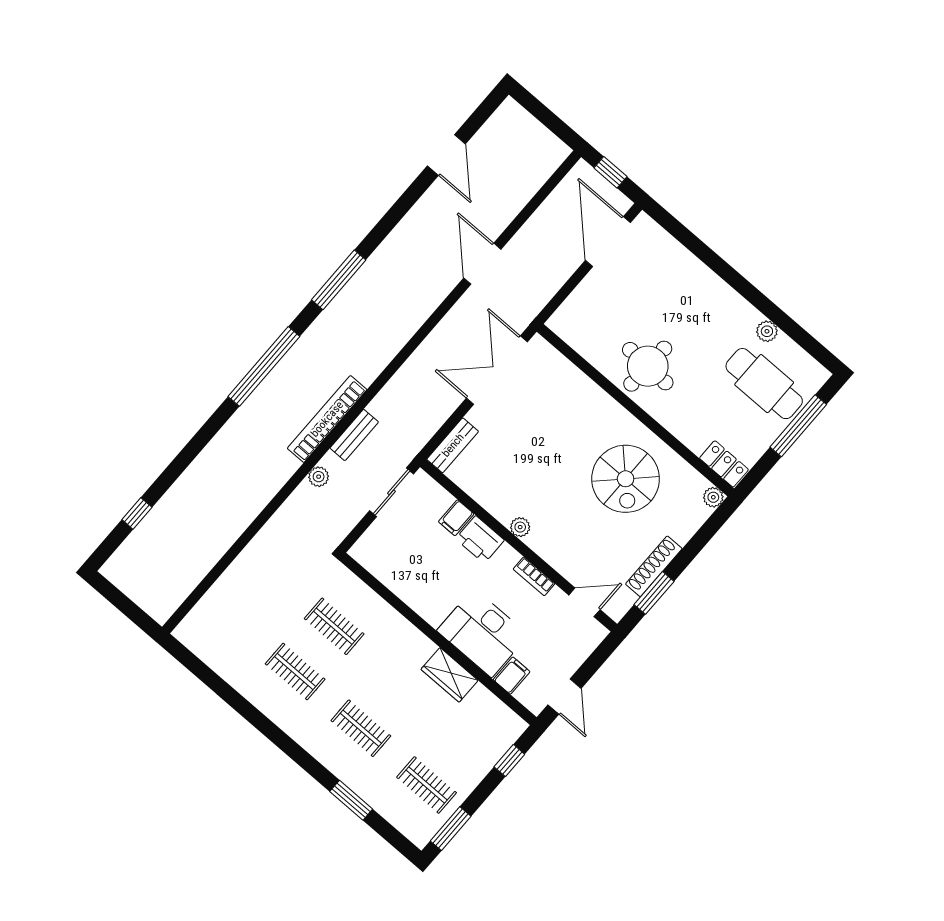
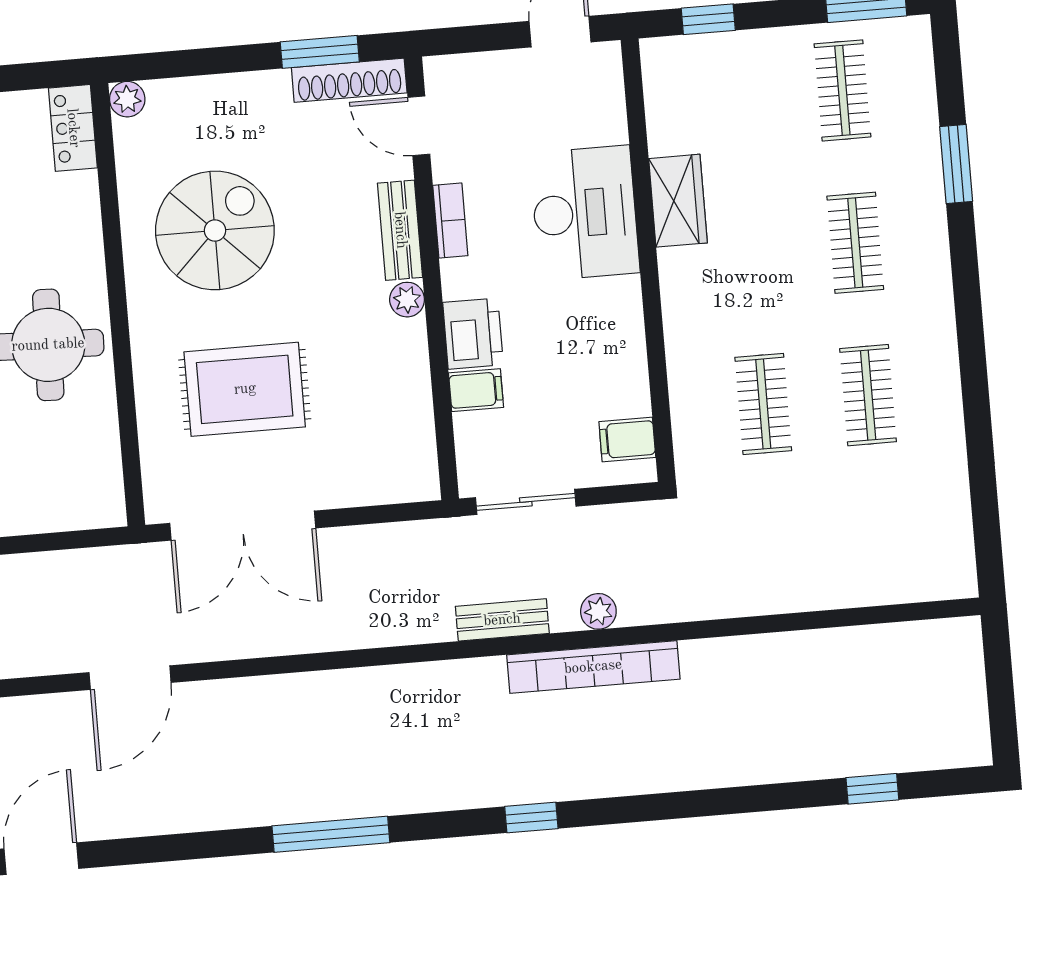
window: (264, 366) -> (531, 817), width x0.32
bookcase: (327, 419) -> (593, 667), moved
rug: (550, 426) -> (245, 389), added
bench: (453, 445) -> (400, 230), moved, turned 90
shoe rack: (654, 566) -> (349, 80), moved
filing cabinet: (512, 676) -> (627, 440), moved

